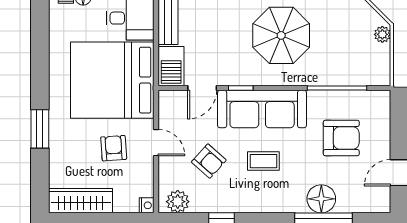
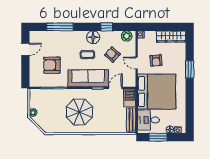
floor lamp: (321, 199) -> (93, 37), moved

